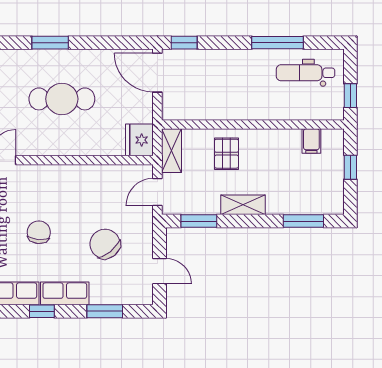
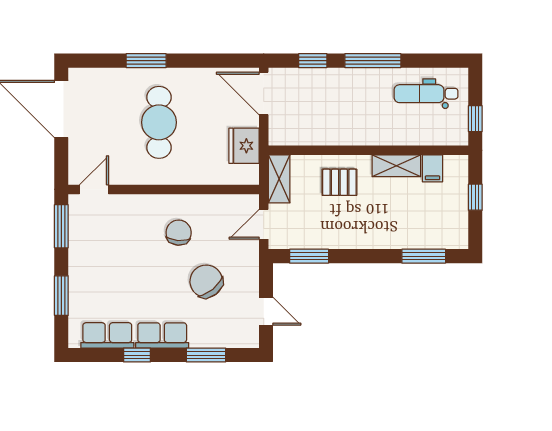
window: (184, 43) -> (313, 61), moved
window: (278, 43) -> (373, 61), moved
cafe table: (62, 99) -> (159, 122), turned 90
fridge: (139, 140) -> (244, 146), moved
pallet: (227, 154) -> (339, 182), turned 90
shelving: (243, 205) -> (396, 166), moved
chair: (39, 232) -> (179, 233), moved

